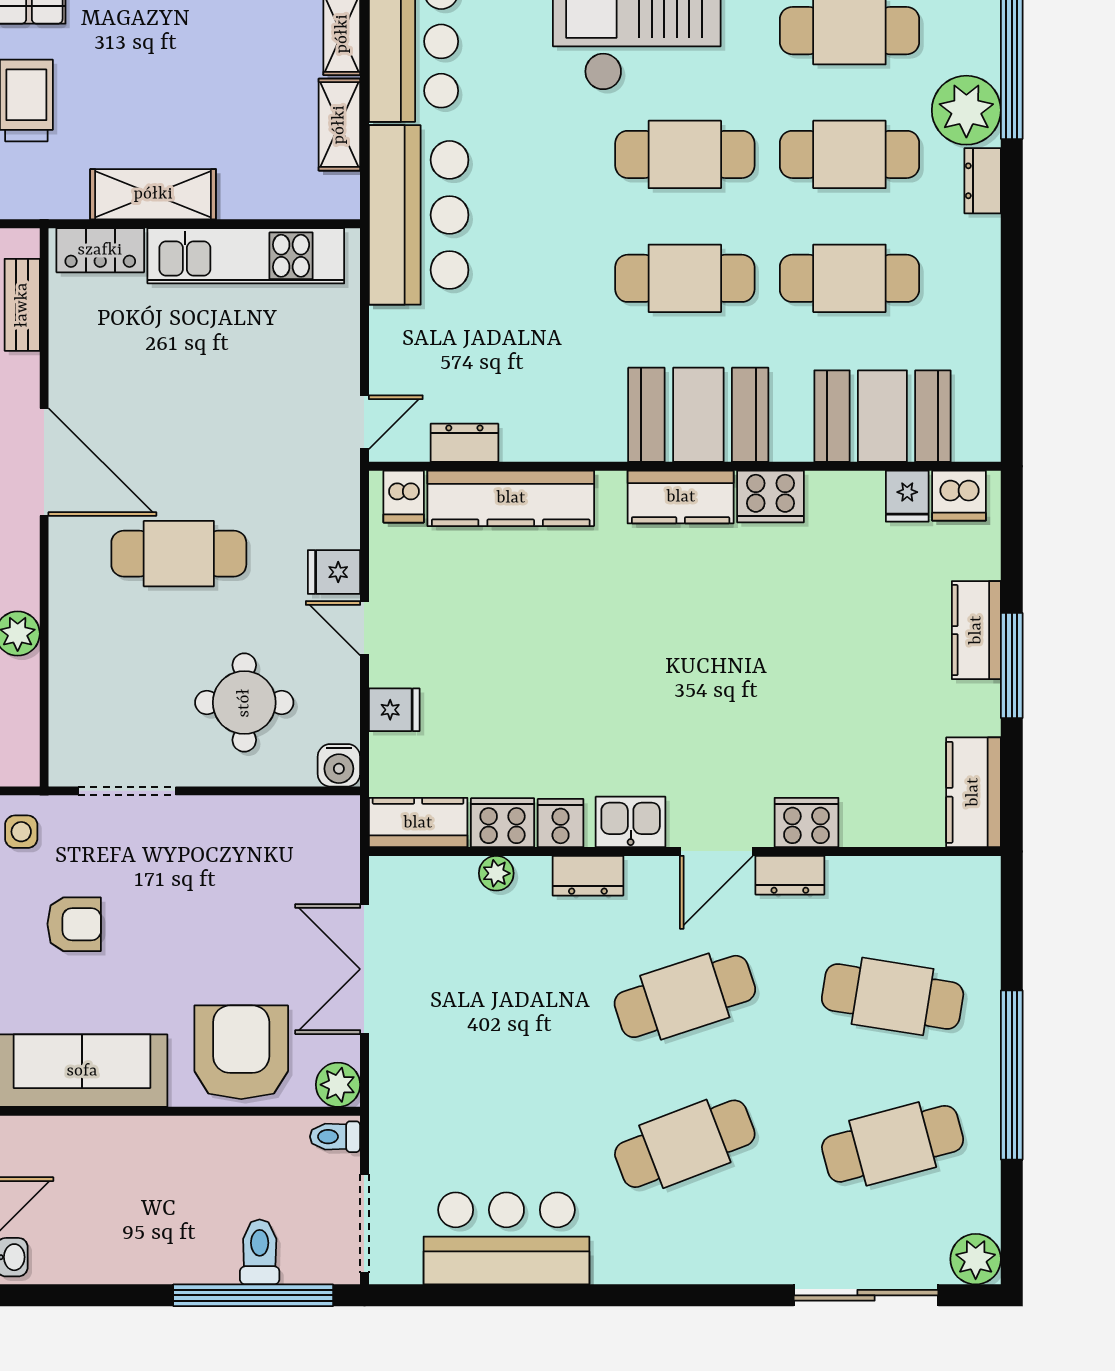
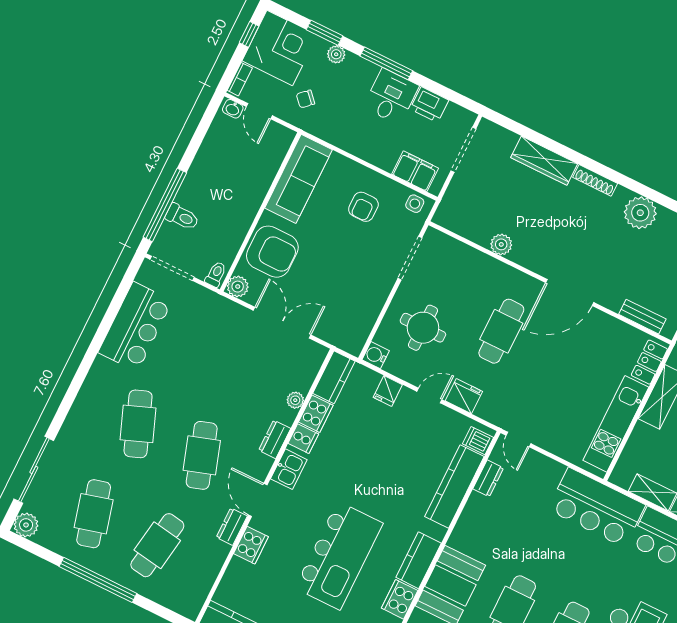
fridge: (334, 572) -> (464, 396), width x1.38
kitchen island: (745, 649) -> (339, 556), added

